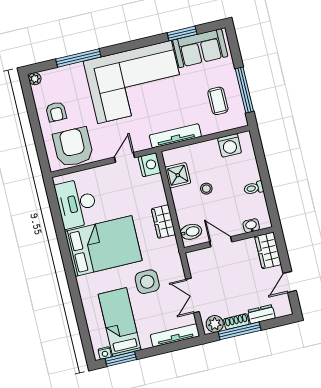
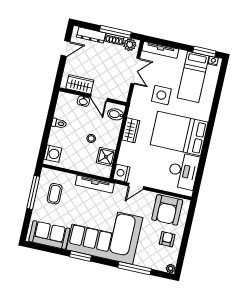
window: (182, 33) -> (80, 256), moved
washing machine: (230, 145) -> (53, 154), moved, turned 90
washbasin: (251, 226) -> (83, 101), moved
wardrobe: (268, 250) -> (80, 84), moved, turned -90
dresser: (261, 314) -> (91, 35), width x1.44

